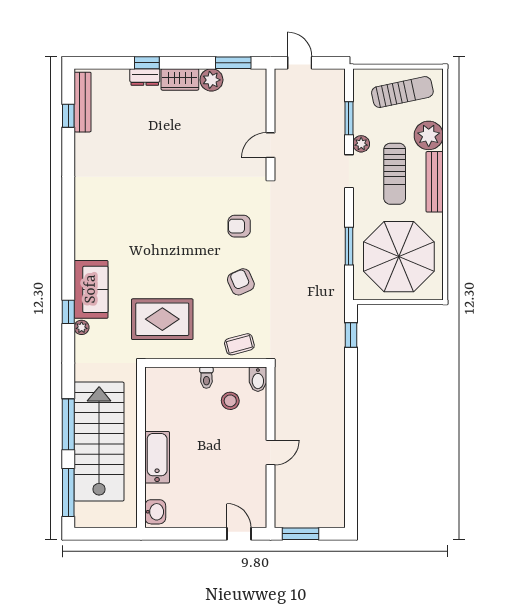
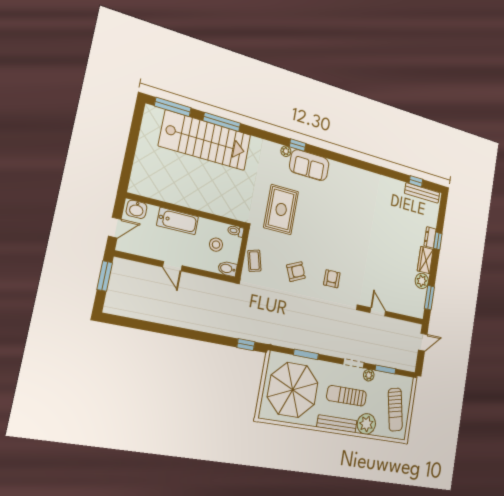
wall: (141, 447) -> (187, 211), moved
bathtub: (157, 457) -> (178, 221), moved
washbasin: (155, 512) -> (136, 209), moved

